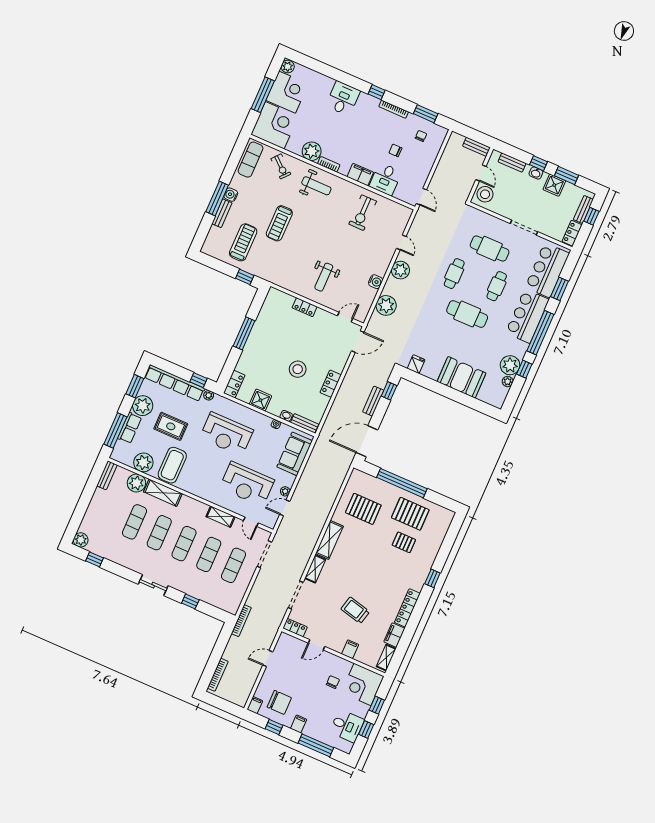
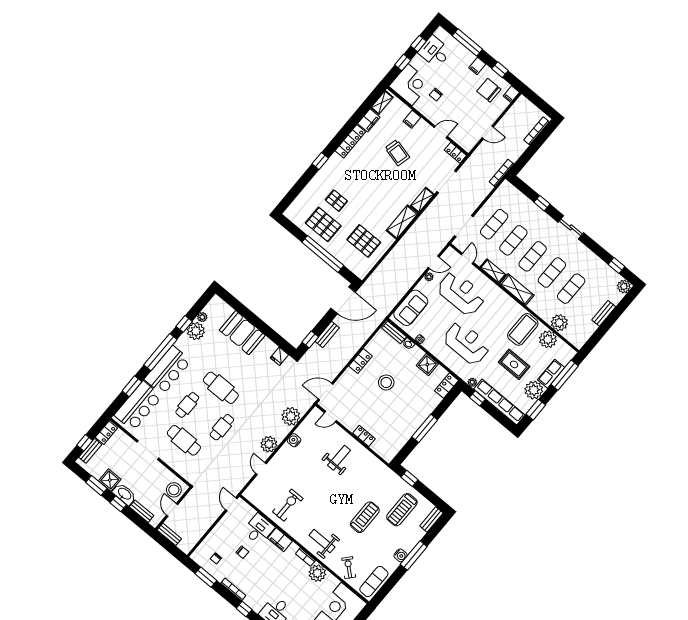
washbasin: (536, 173) -> (124, 494), width x1.91, depth x1.45
bench: (222, 213) -> (431, 519), moved
bench: (107, 475) -> (604, 313), moved
shelving: (163, 493) -> (517, 289), moved

